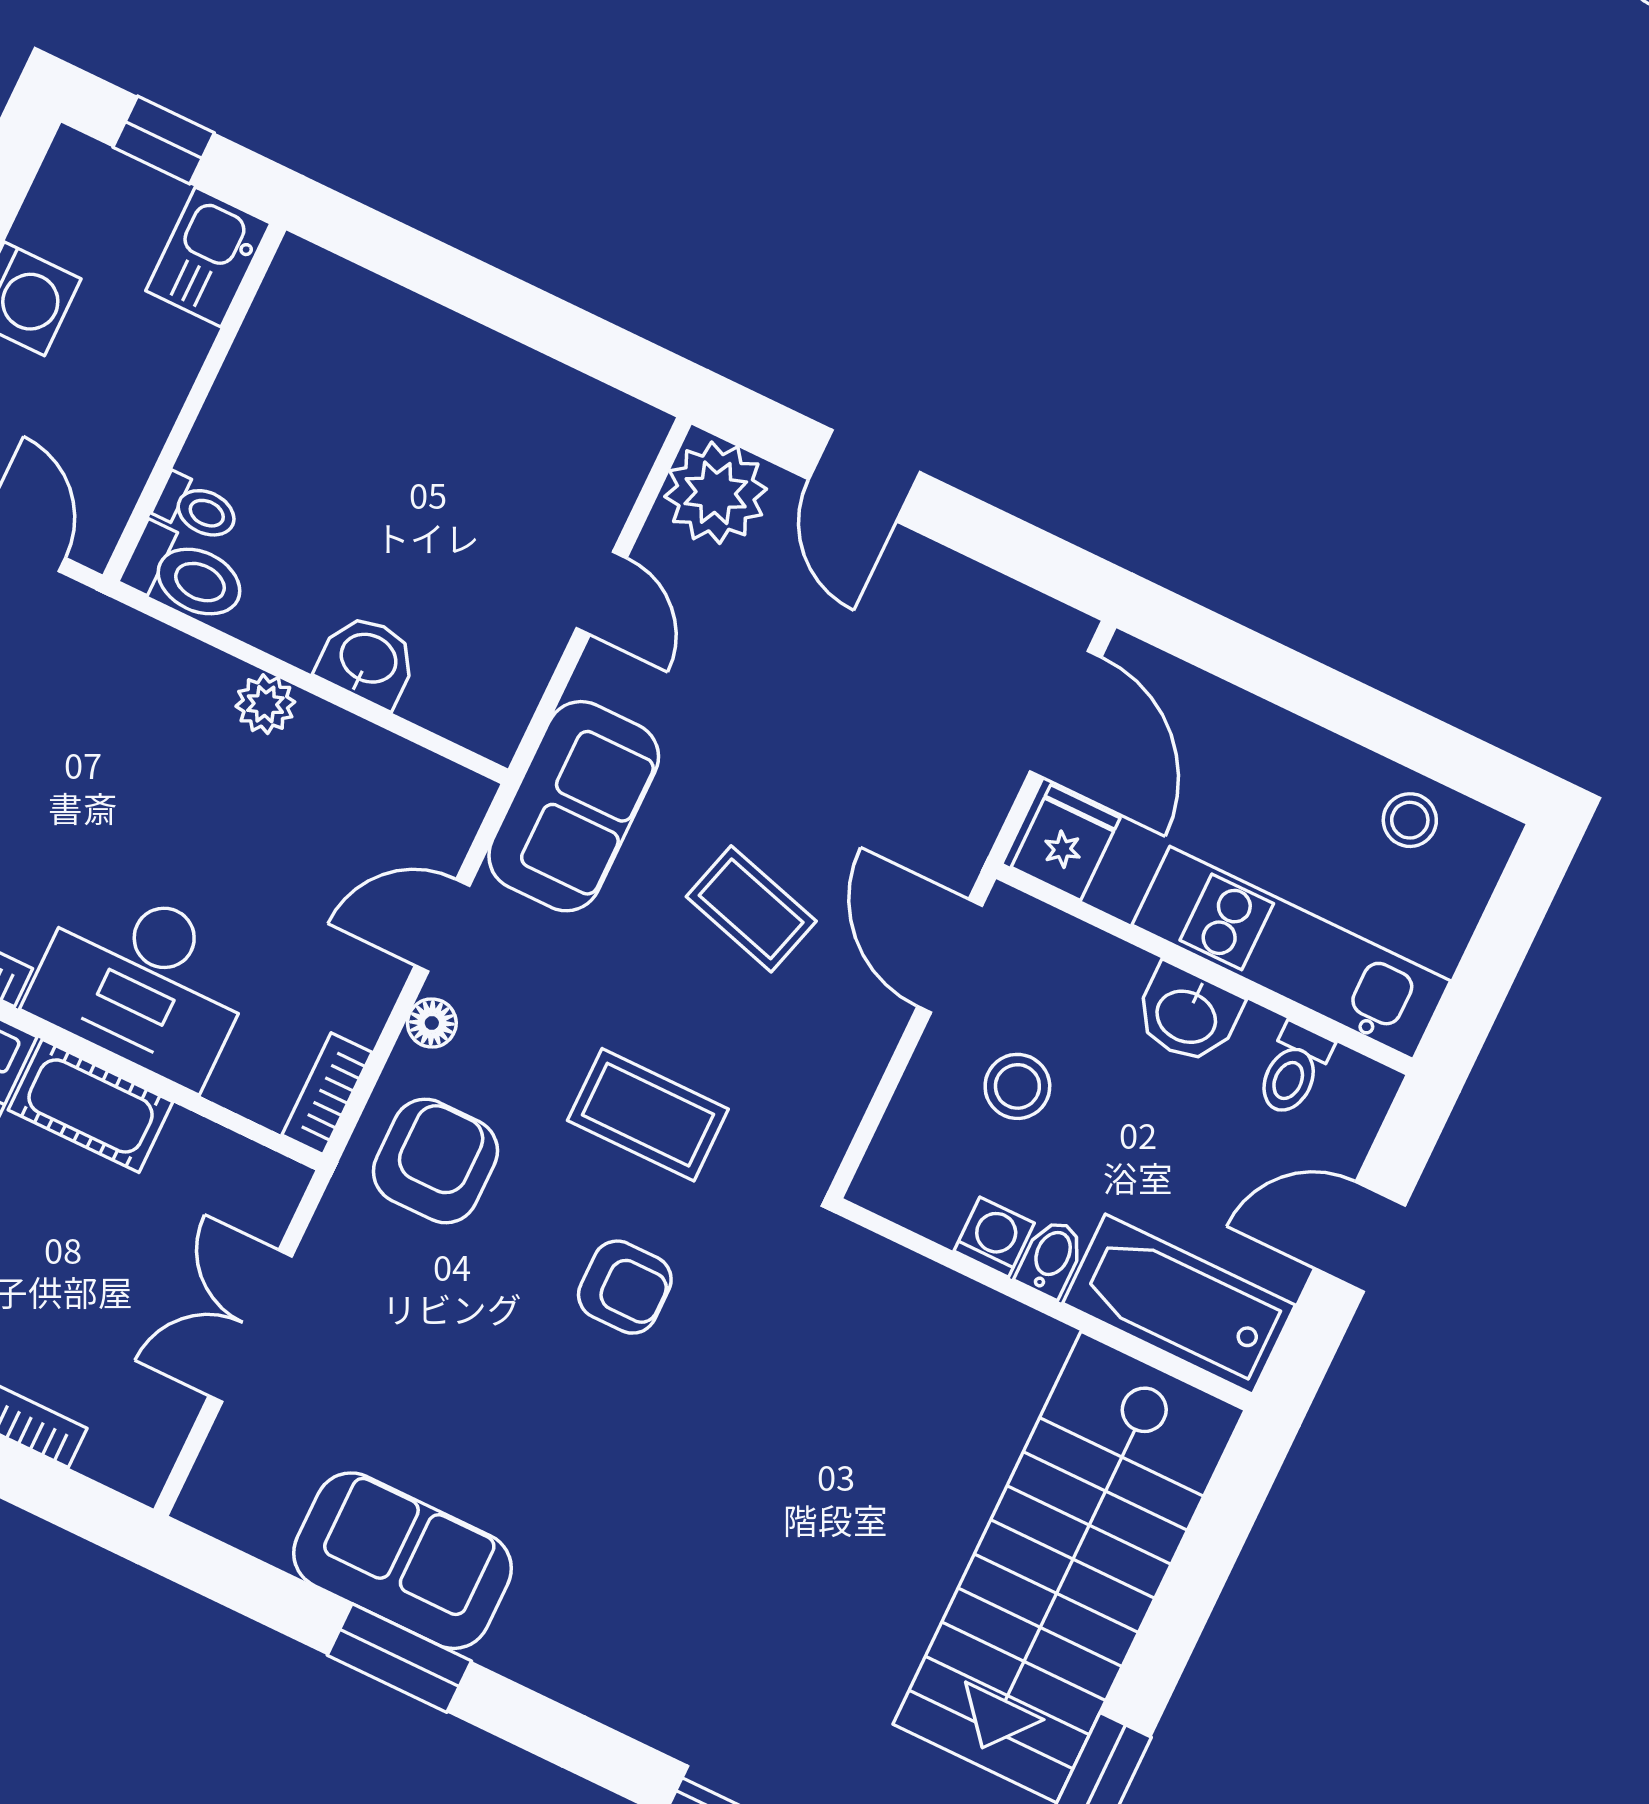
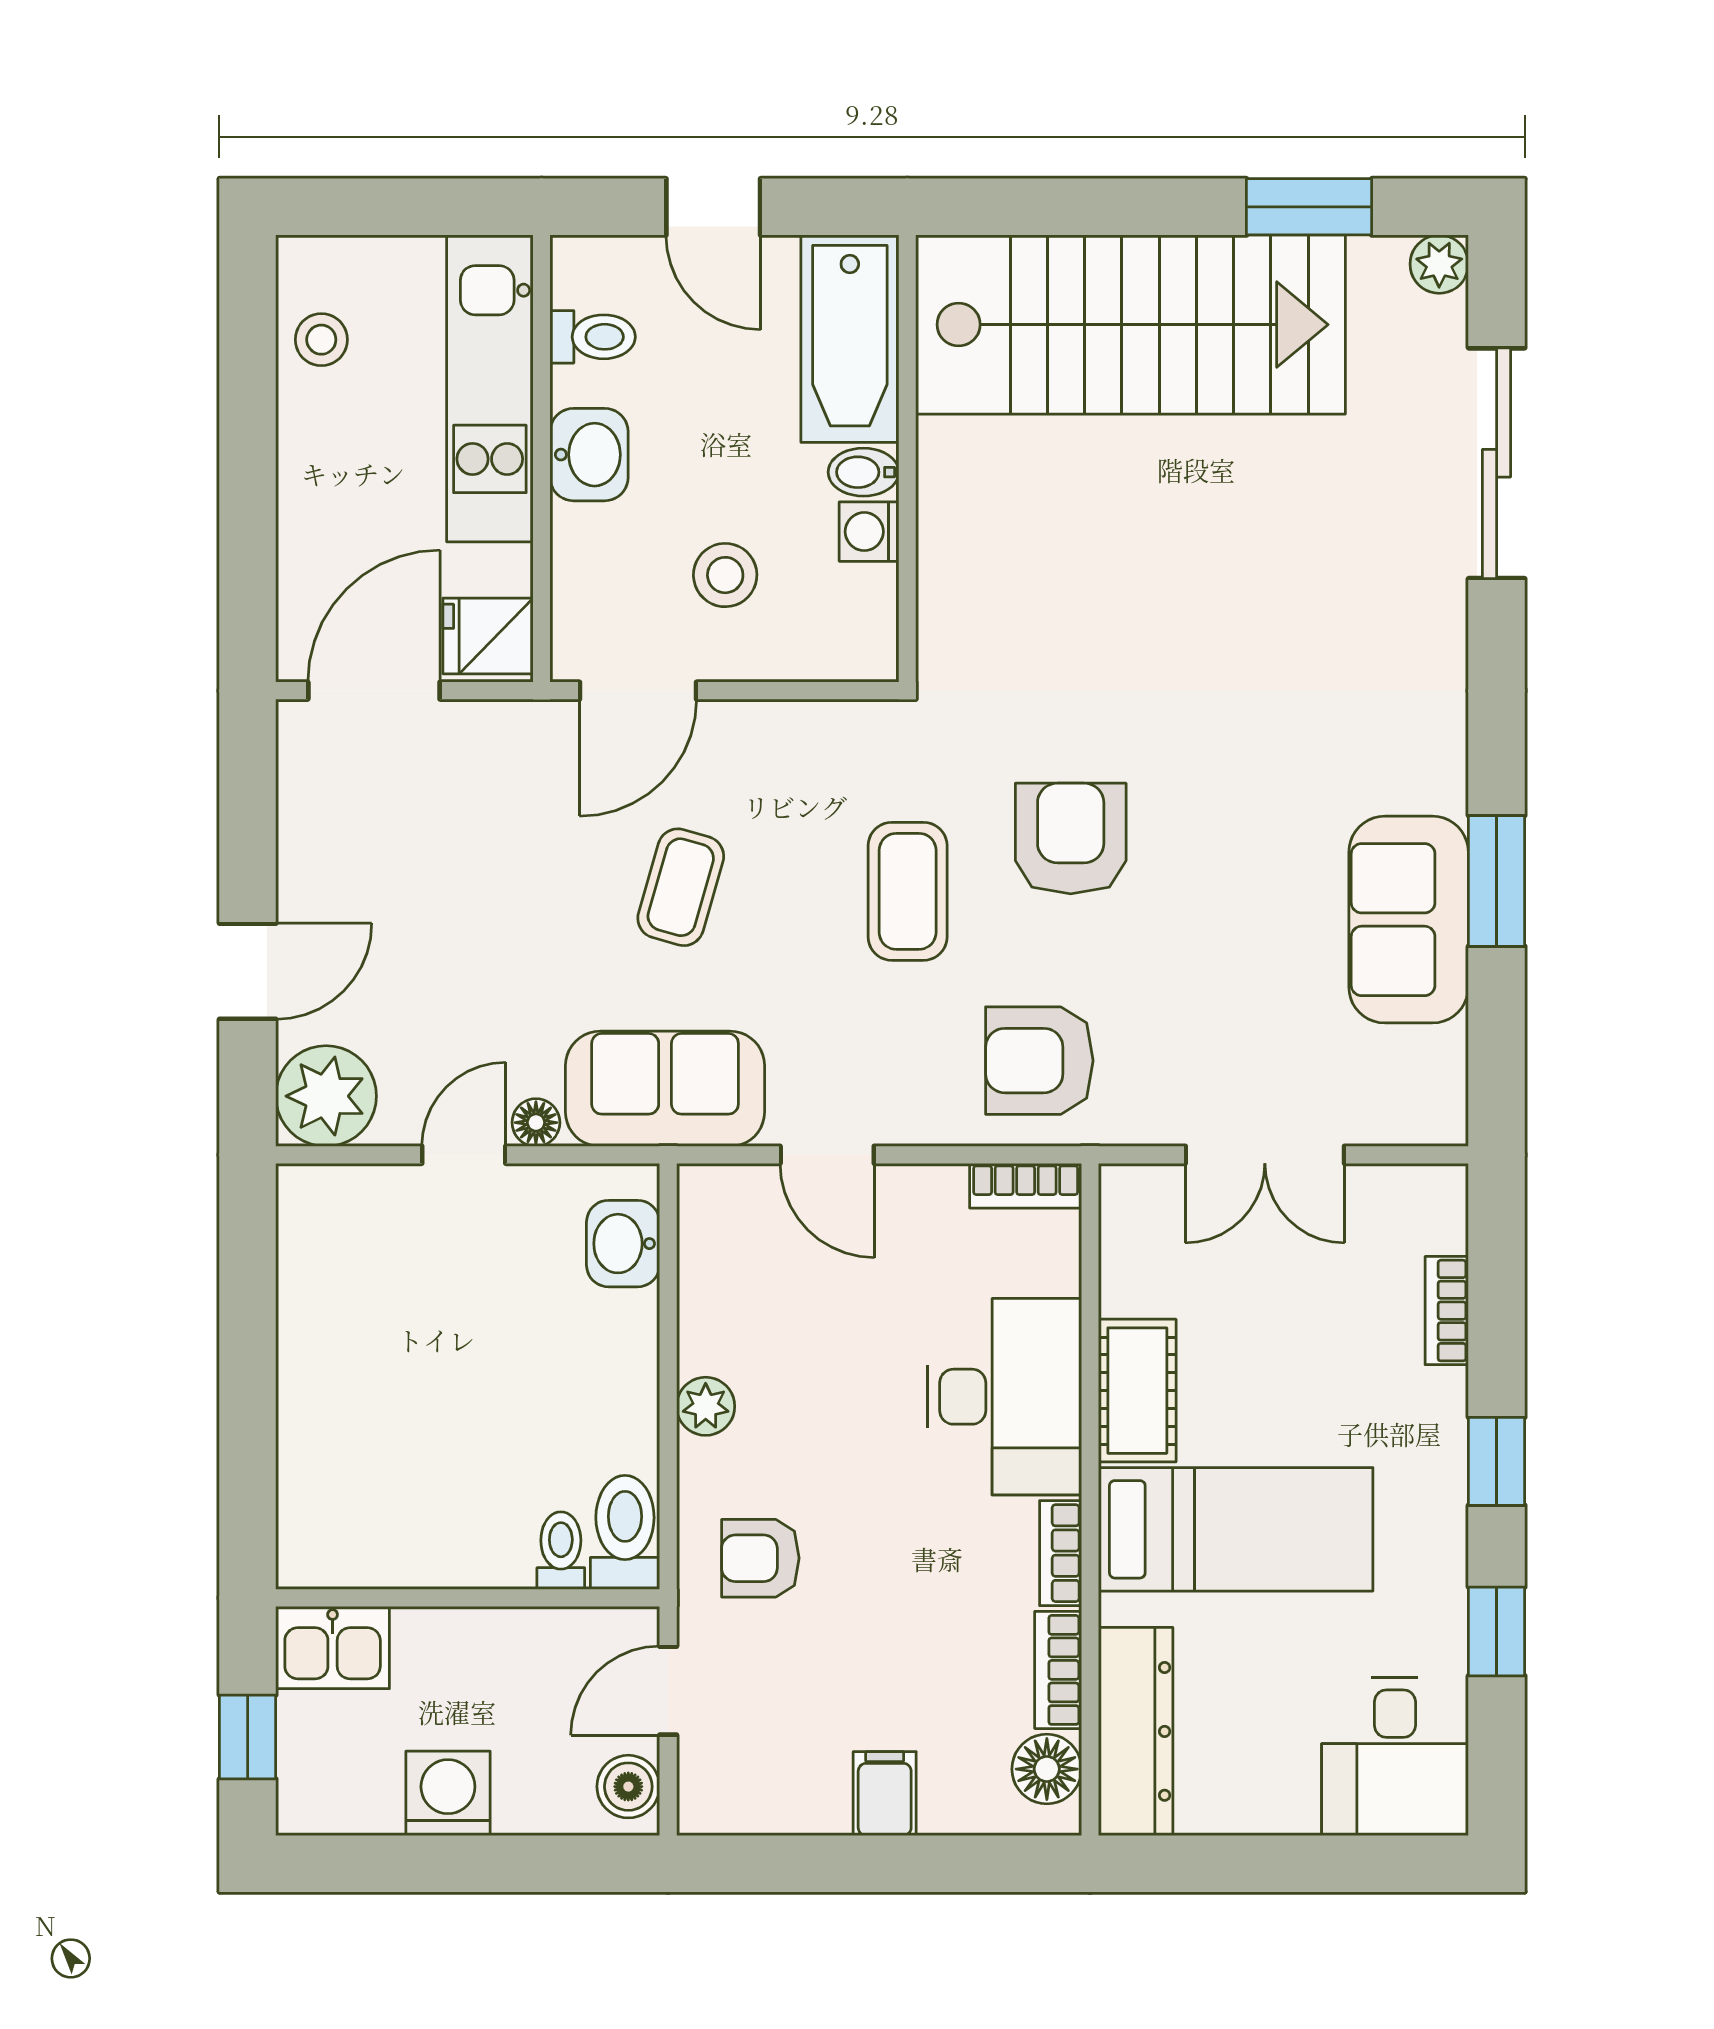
washbasin: (368, 660) -> (623, 1244), moved
armchair: (102, 688) -> (760, 1558), added
floor lamp: (432, 1023) -> (536, 1123), moved
armchair: (625, 1287) -> (1071, 839), width x1.38, depth x1.38

